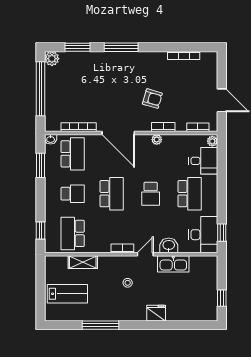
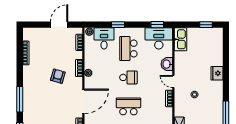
window: (222, 180) -> (118, 25), added
school desk: (190, 194) -> (128, 48), turned -90
kitchen sink: (173, 264) -> (180, 39), moved

